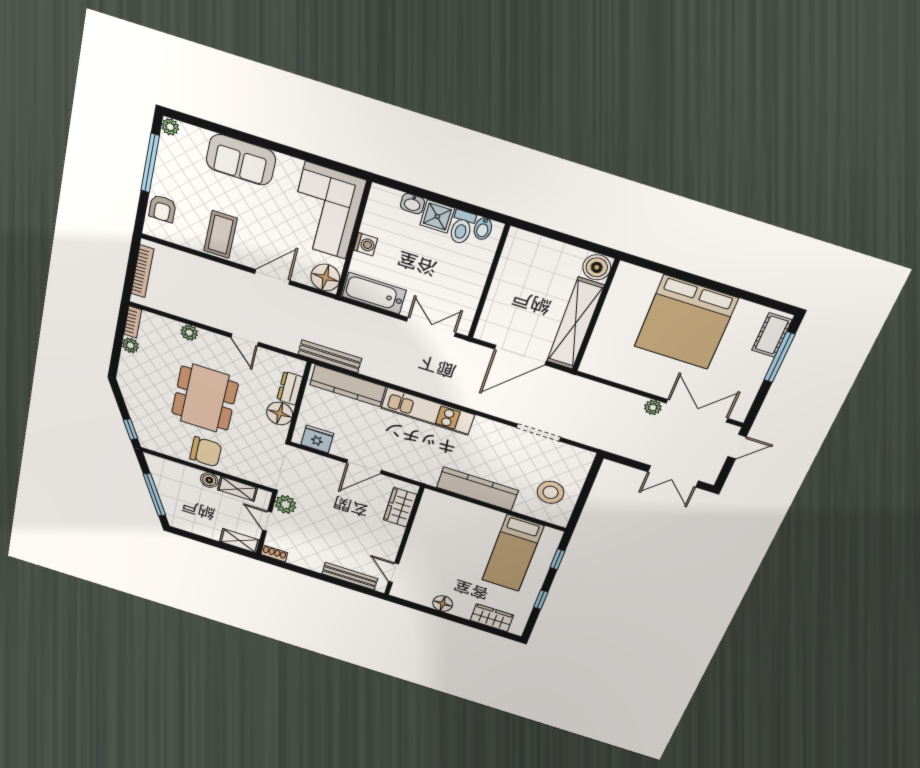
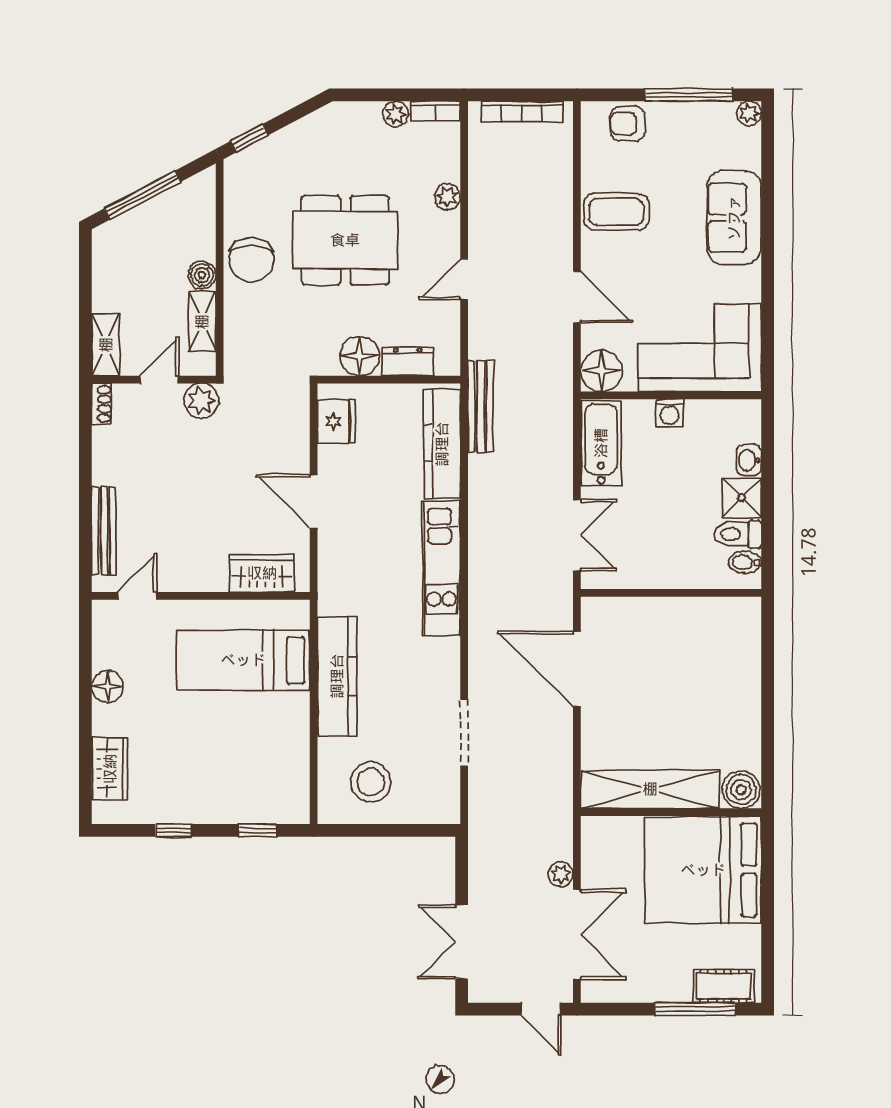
boiler: (597, 267) -> (741, 790), moved
wall: (596, 316) -> (671, 812), moved
shelving: (575, 324) -> (650, 789), moved
bed: (513, 553) -> (243, 660), moved

